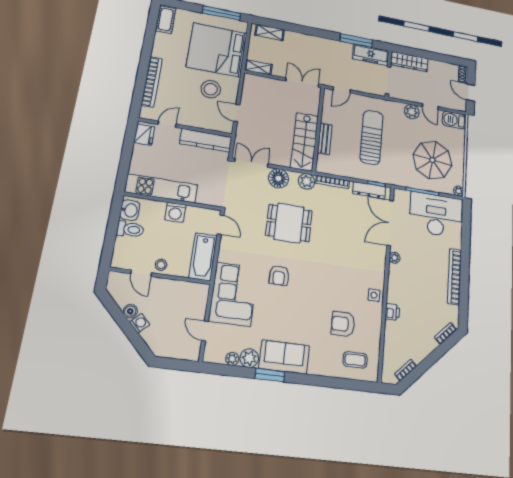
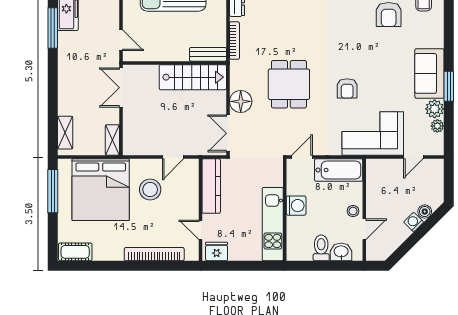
bench: (325, 139) -> (208, 54), moved
plant: (307, 181) -> (239, 70), removed
washbasin: (130, 210) -> (341, 252), moved
armchair: (279, 276) -> (347, 88), turned 90
boiler: (130, 311) -> (425, 212), moved

